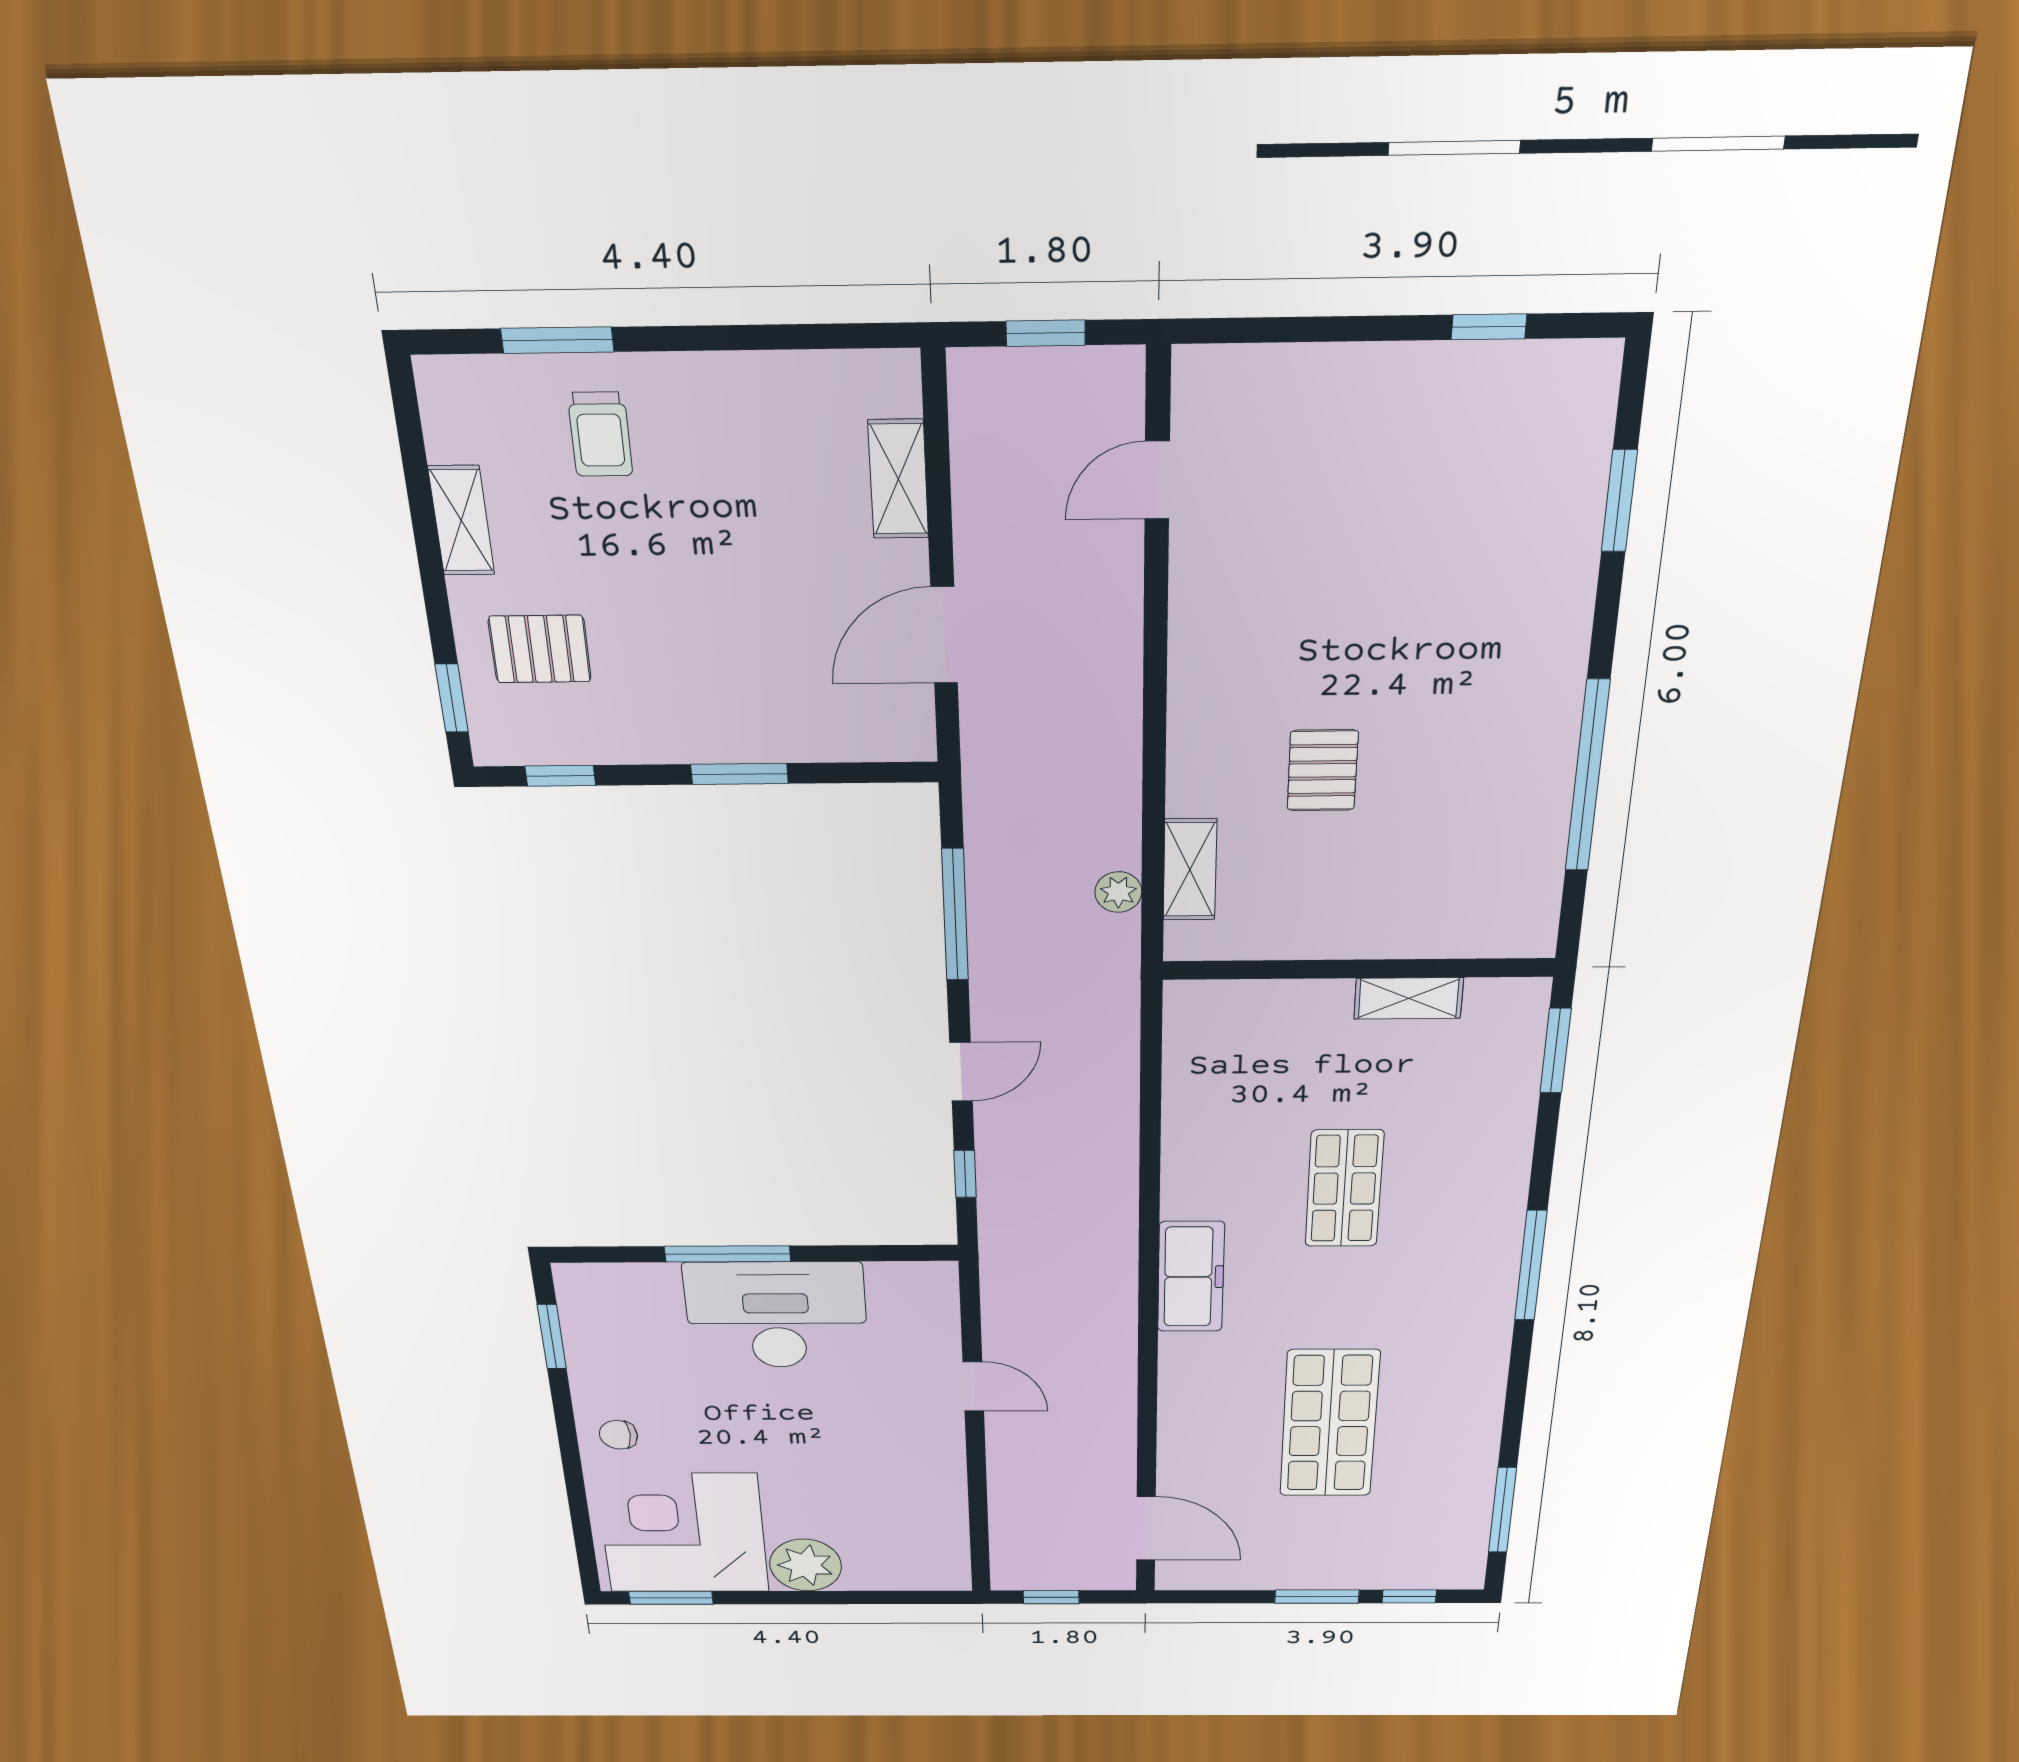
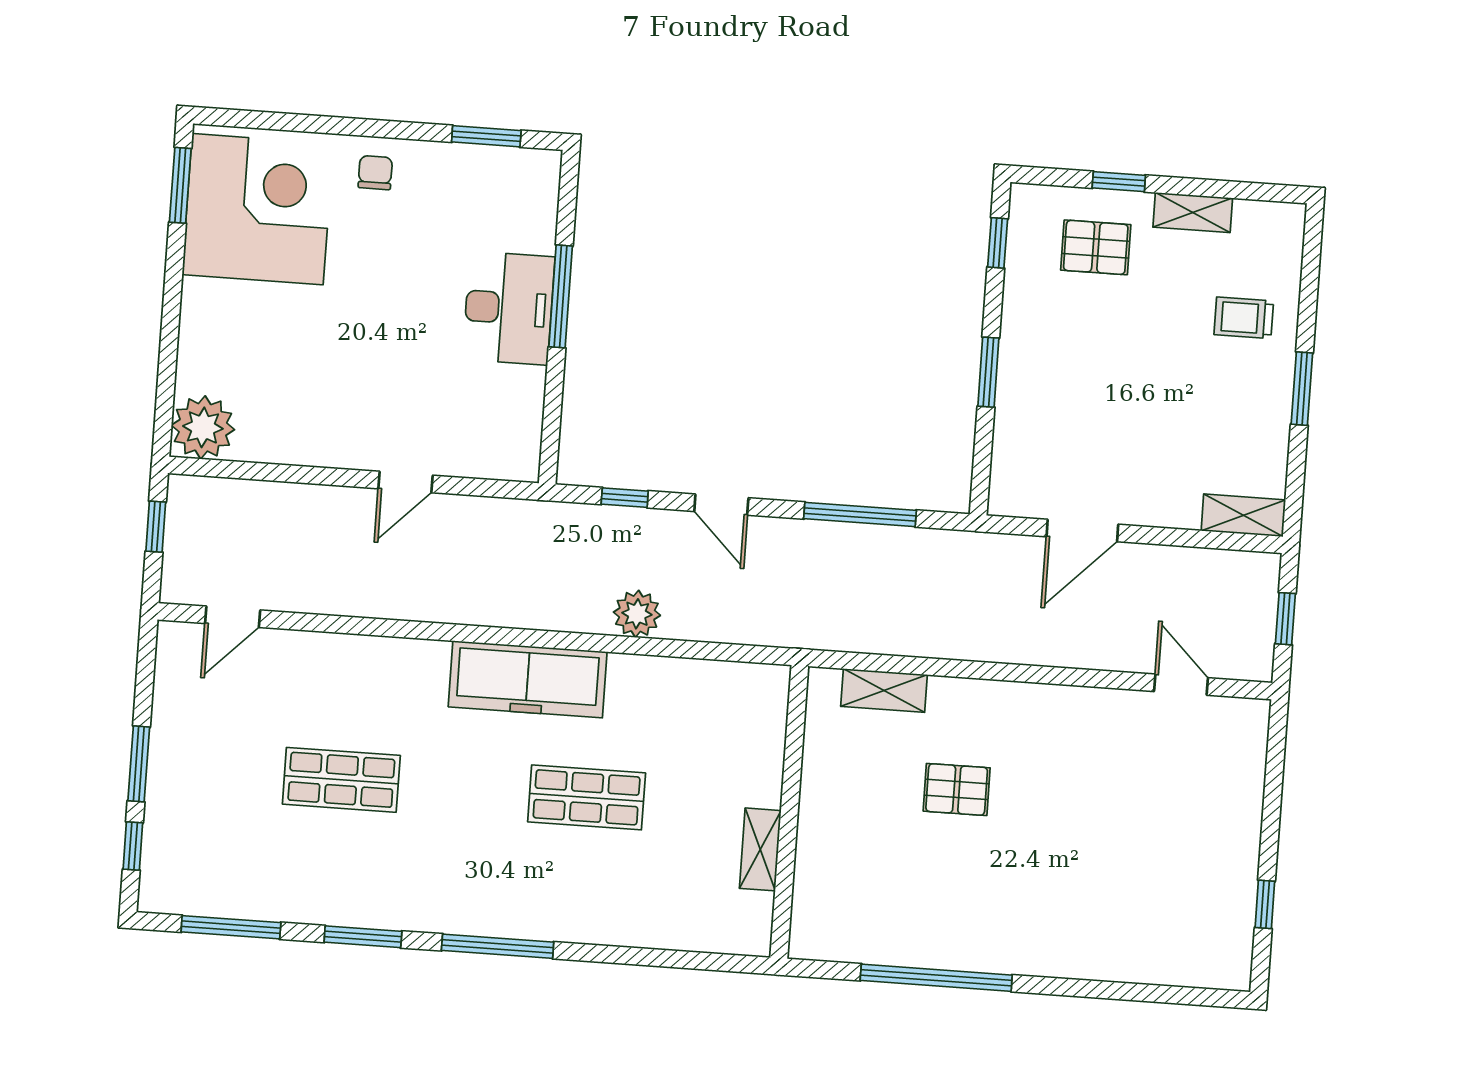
window: (557, 340) -> (1302, 389), moved
shelving: (898, 479) -> (1243, 515), moved
window: (1619, 501) -> (1140, 992), removed
door: (944, 635) -> (1082, 530), swing flipped
pallet: (540, 649) -> (1096, 247), turned 90
window: (452, 698) -> (1119, 182), moved
plant: (1118, 892) -> (637, 614), moved, width x1.38, depth x1.38
window: (1556, 1051) -> (363, 937), moved
freezer: (1191, 1277) -> (528, 679), width x1.36, depth x1.26
desk: (776, 1315) -> (509, 308), width x0.73, depth x0.77
shop shelf: (1329, 1424) -> (341, 780), width x0.70, depth x0.74
door: (1146, 1528) -> (233, 617), width x0.73
plant: (806, 1565) -> (203, 427), moved

